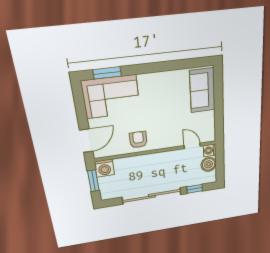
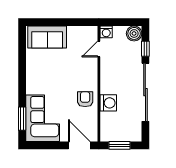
armchair: (138, 140) -> (85, 99), turned 90
boiler: (209, 164) -> (134, 33), moved
washing machine: (104, 168) -> (108, 103), moved

